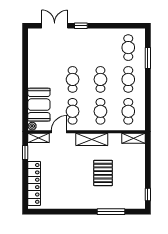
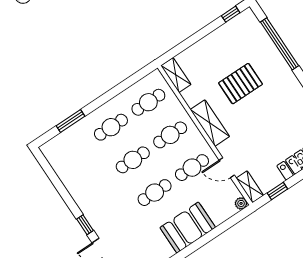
cafe table: (128, 48) -> (74, 152), removed
booth: (39, 105) -> (188, 228), moved
window: (111, 212) -> (279, 44), width x1.46

